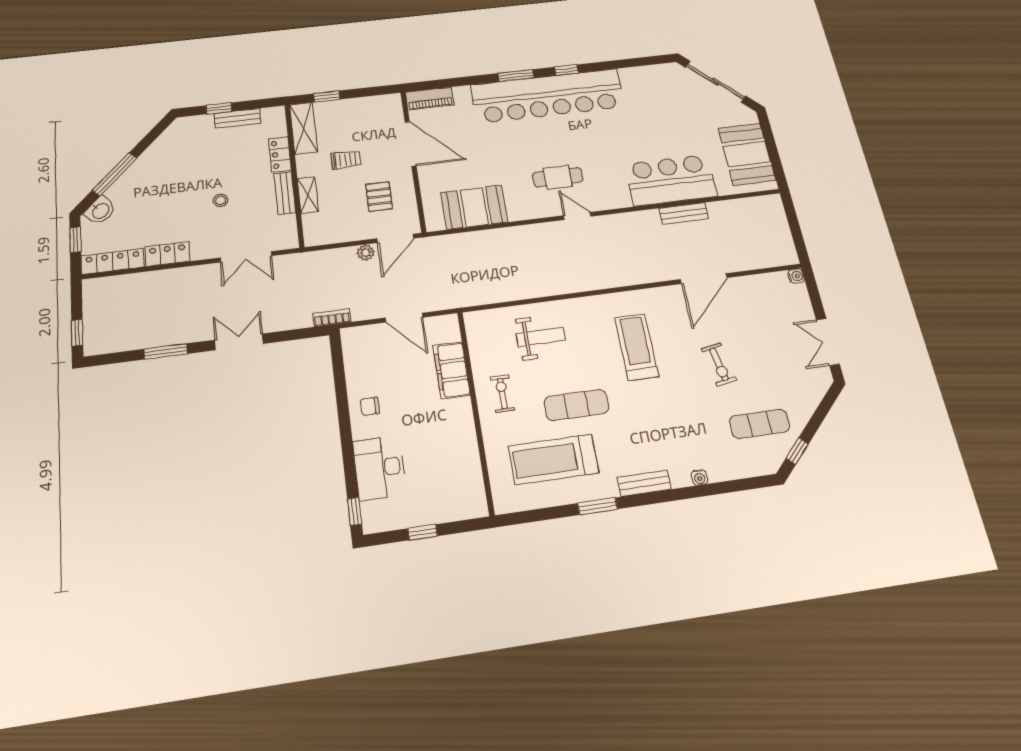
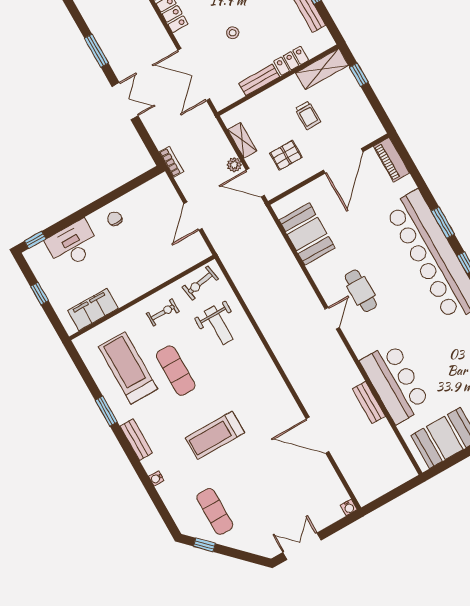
shelving: (308, 195) -> (242, 140), moved, turned 90
double door: (246, 257) -> (194, 75), width x1.37
treadmill: (637, 347) -> (215, 435), moved, turned 180
exercise bike: (719, 364) -> (200, 283), moved
filing cabinet: (452, 370) -> (93, 309), moved

